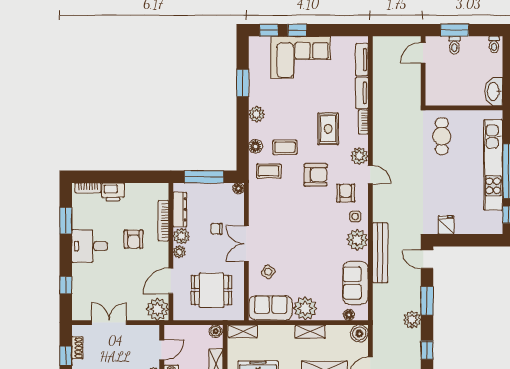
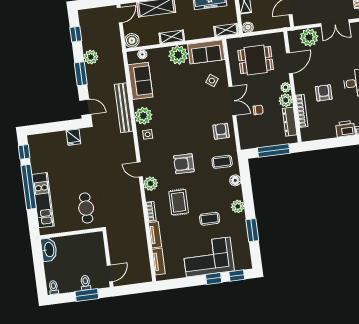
coffee table: (285, 147) -> (210, 219), moved
kitchen unit: (493, 165) -> (43, 200), width x0.73
floor lamp: (239, 188) -> (245, 145), removed
armchair: (346, 193) -> (221, 131), moved, turned 180
plant: (157, 309) -> (309, 37), moved

